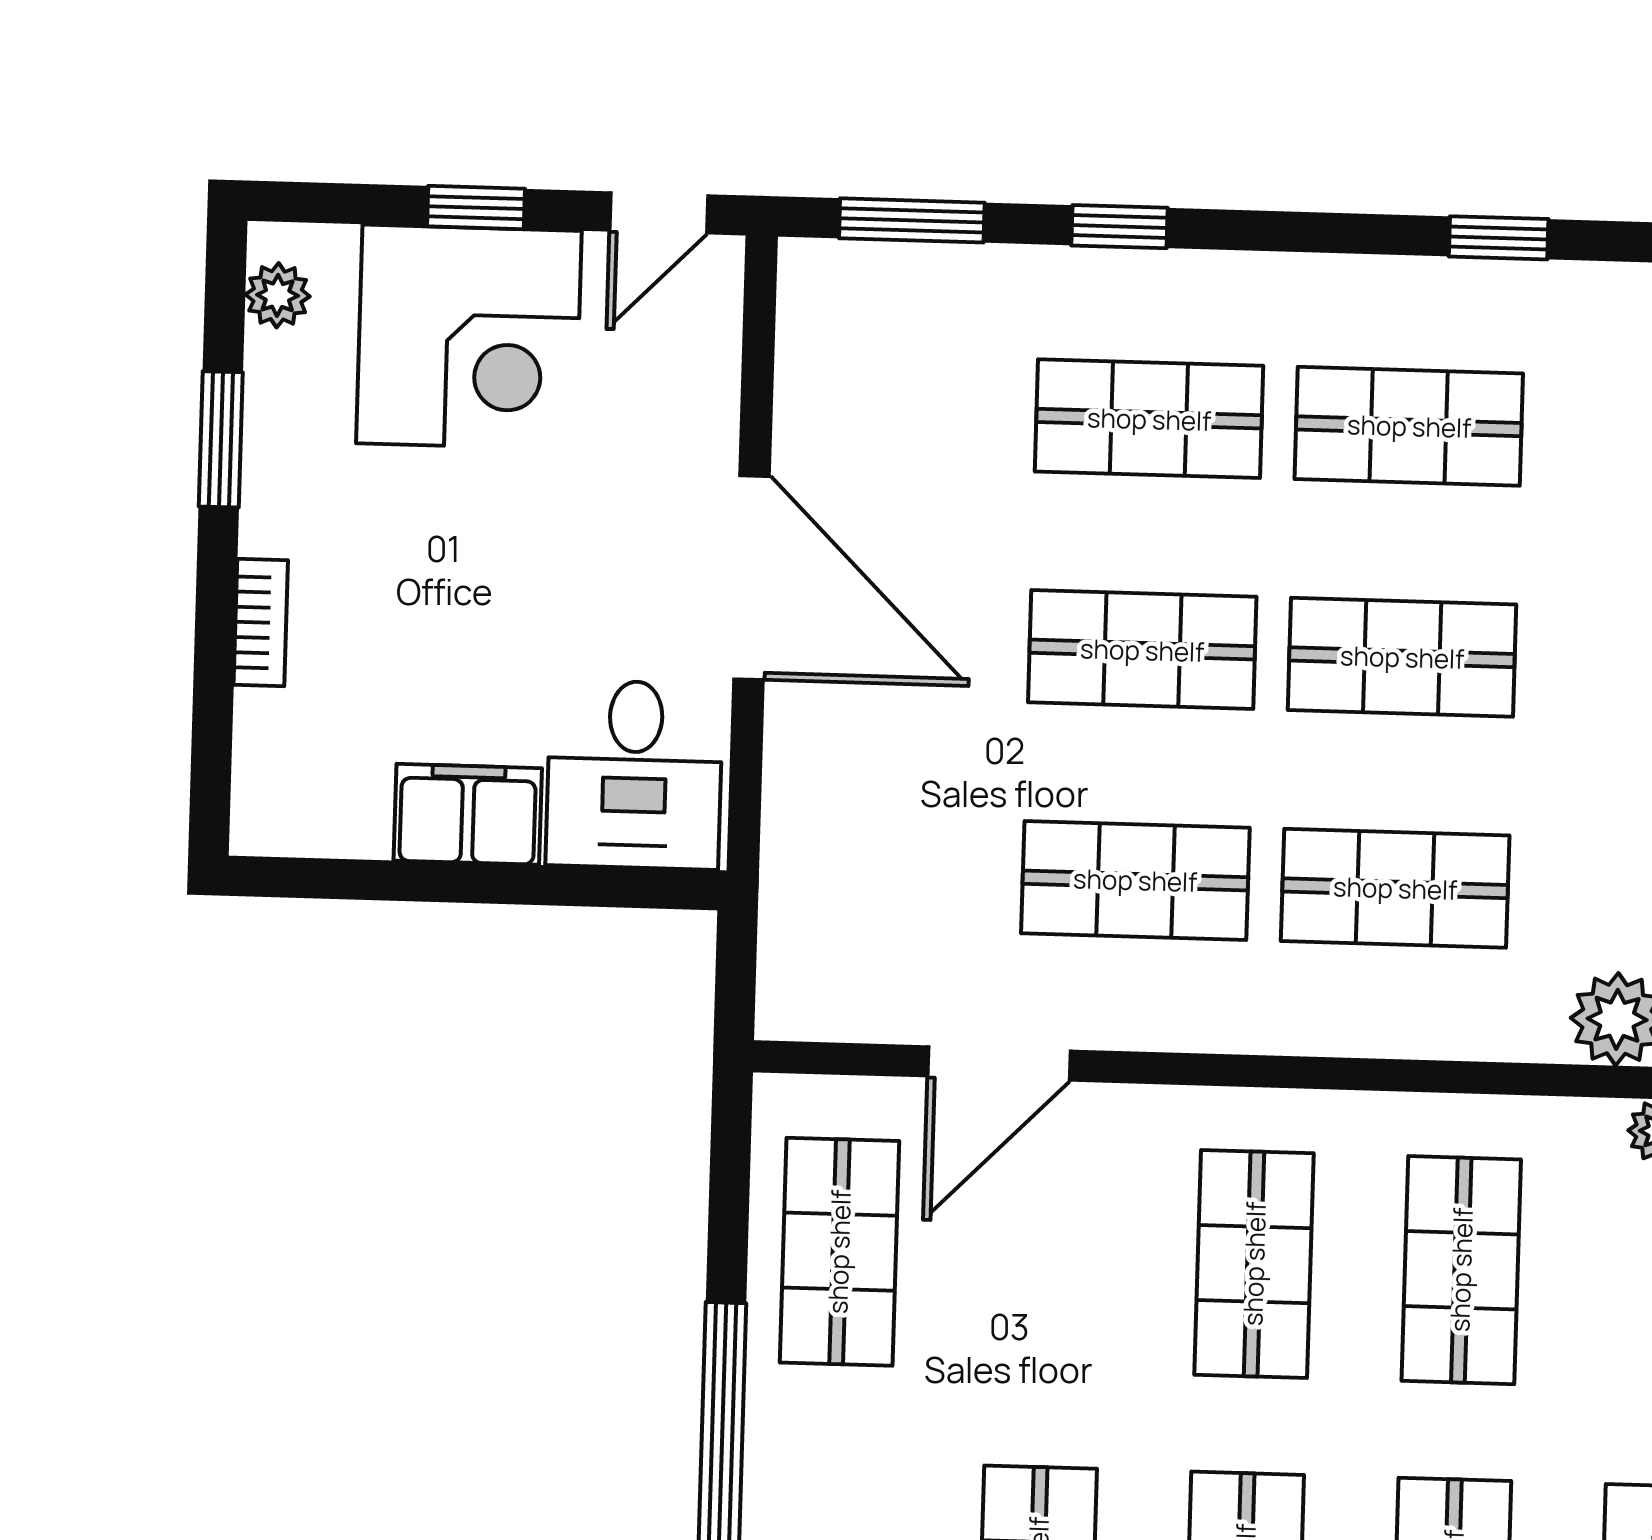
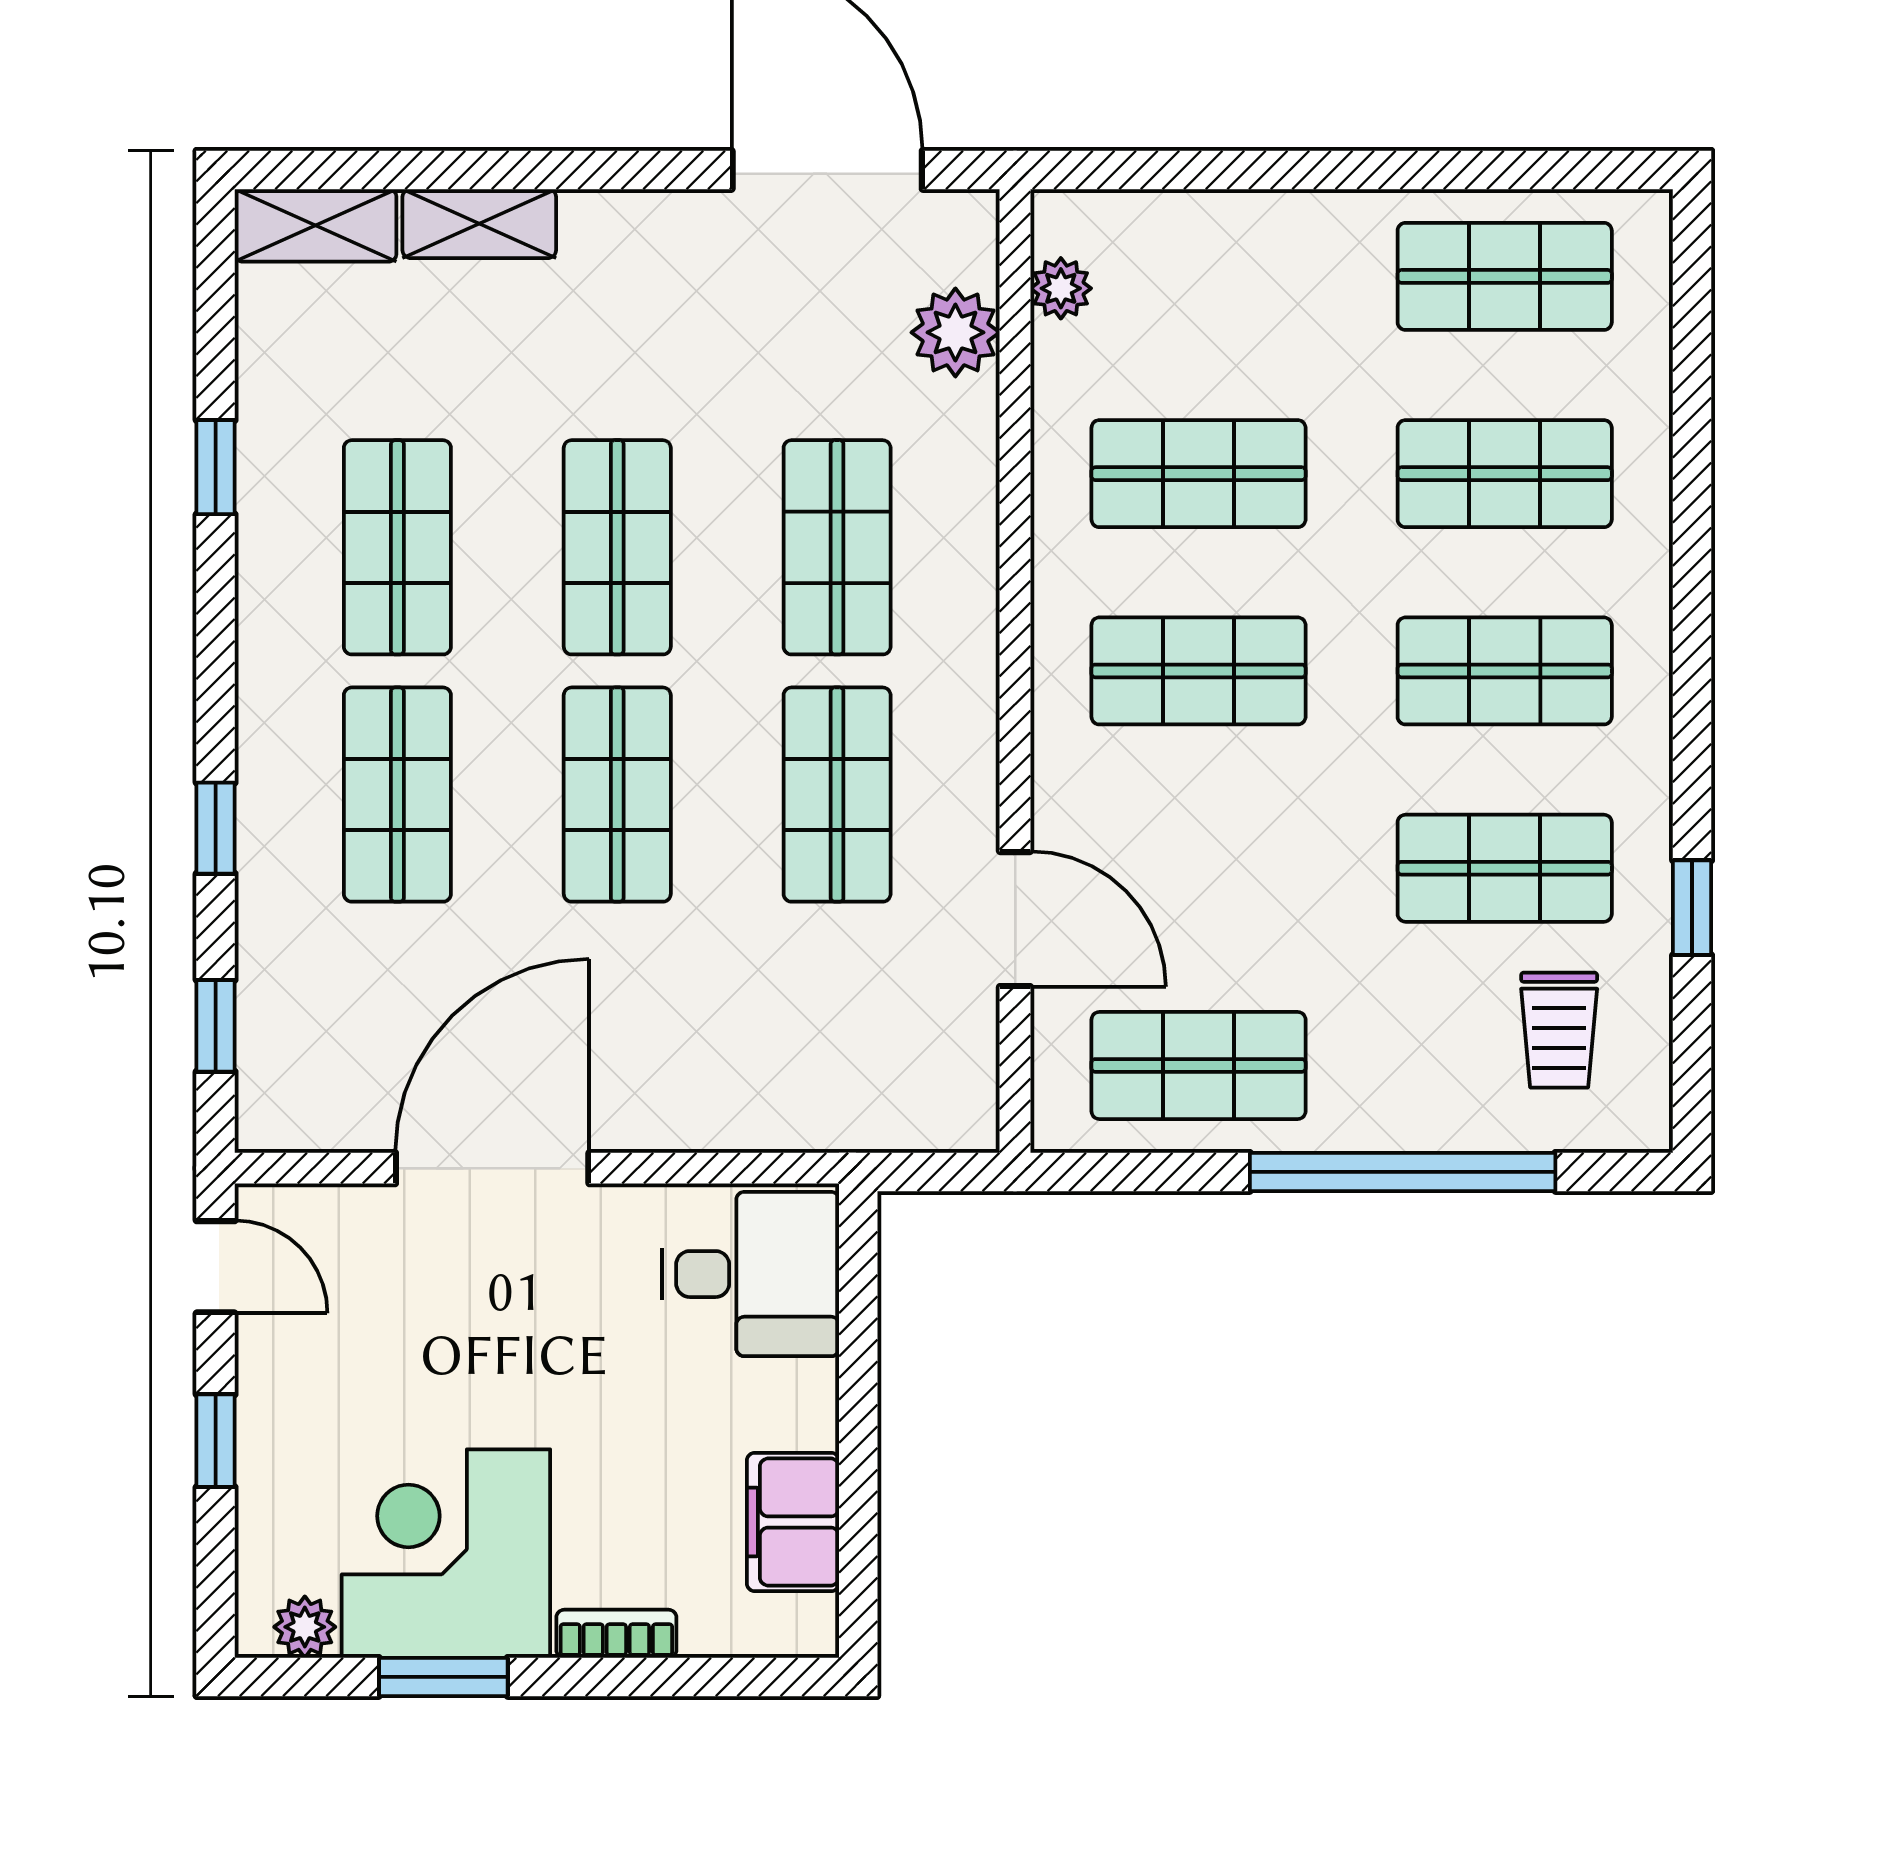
window: (912, 220) -> (216, 1026), width x0.67
corner desk: (469, 337) -> (446, 1554), moved, turned -90
door: (752, 578) -> (492, 1168), moved
filing cabinet: (468, 814) -> (793, 1522), moved

